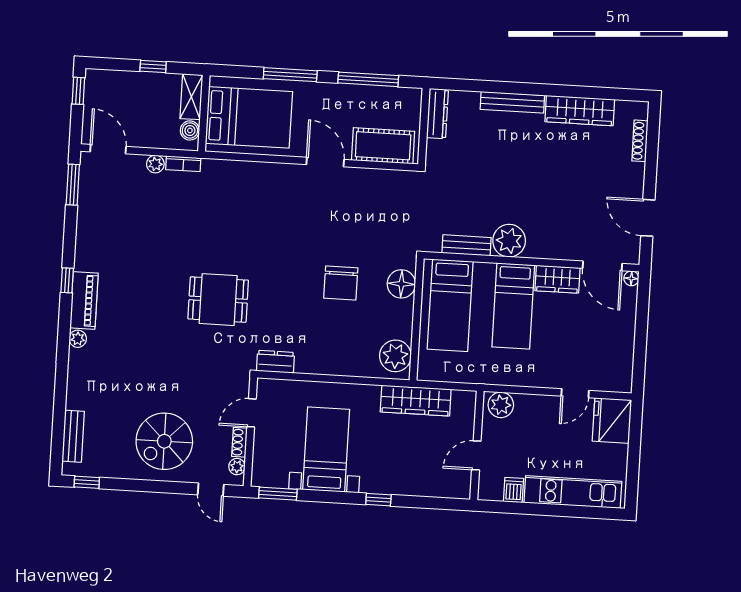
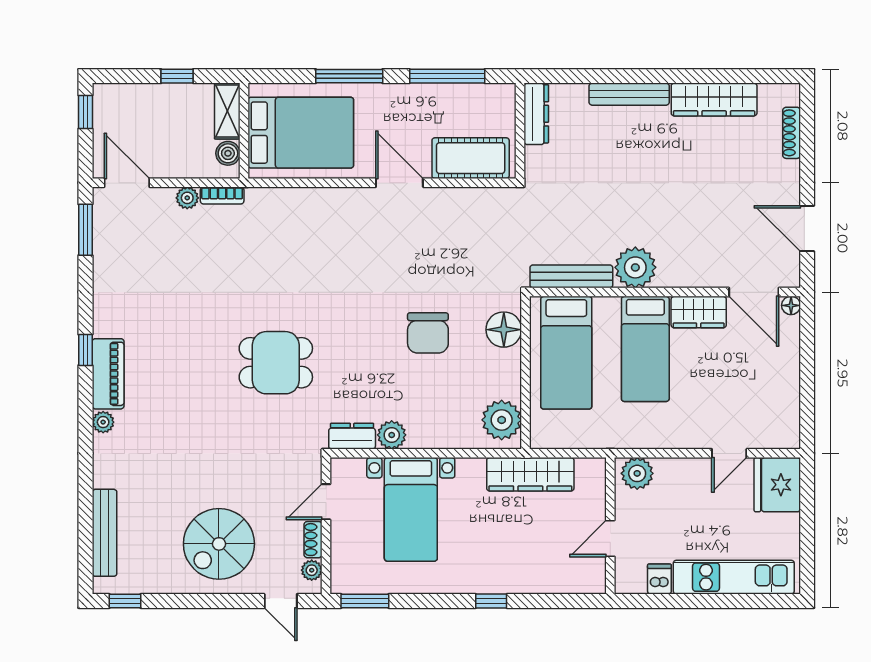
bench: (466, 245) -> (571, 276), width x1.36
plant: (307, 363) -> (392, 435), added
bench: (73, 436) -> (105, 533), width x1.36
bed with nightstands: (326, 449) -> (411, 509), moved, turned 180

